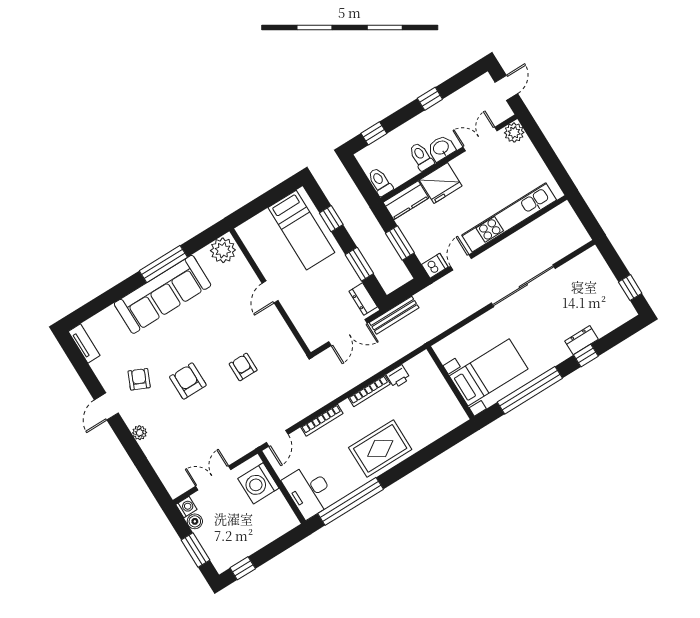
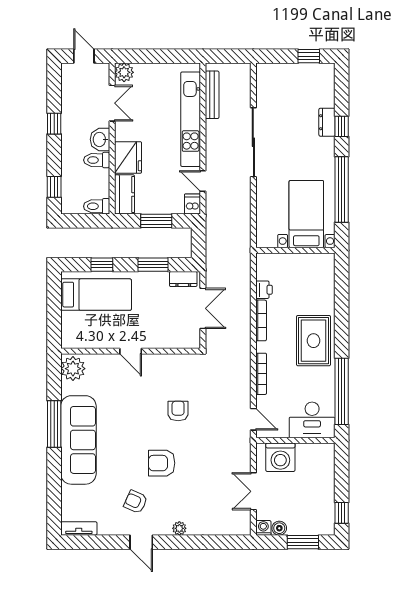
double door: (480, 139) -> (112, 103), swing flipped
bench: (394, 315) -> (212, 95), moved
armchair: (243, 367) -> (178, 411), turned 90

